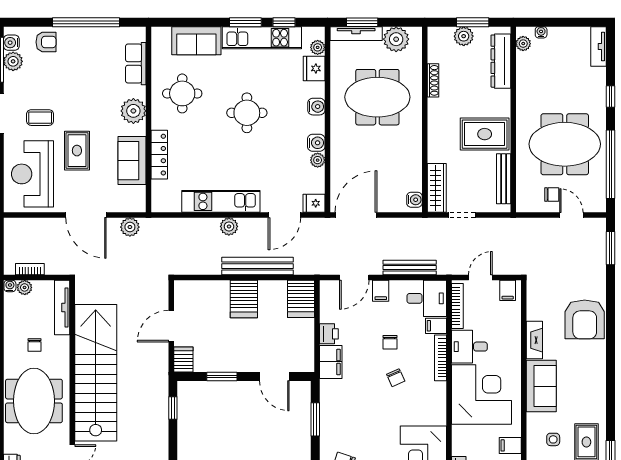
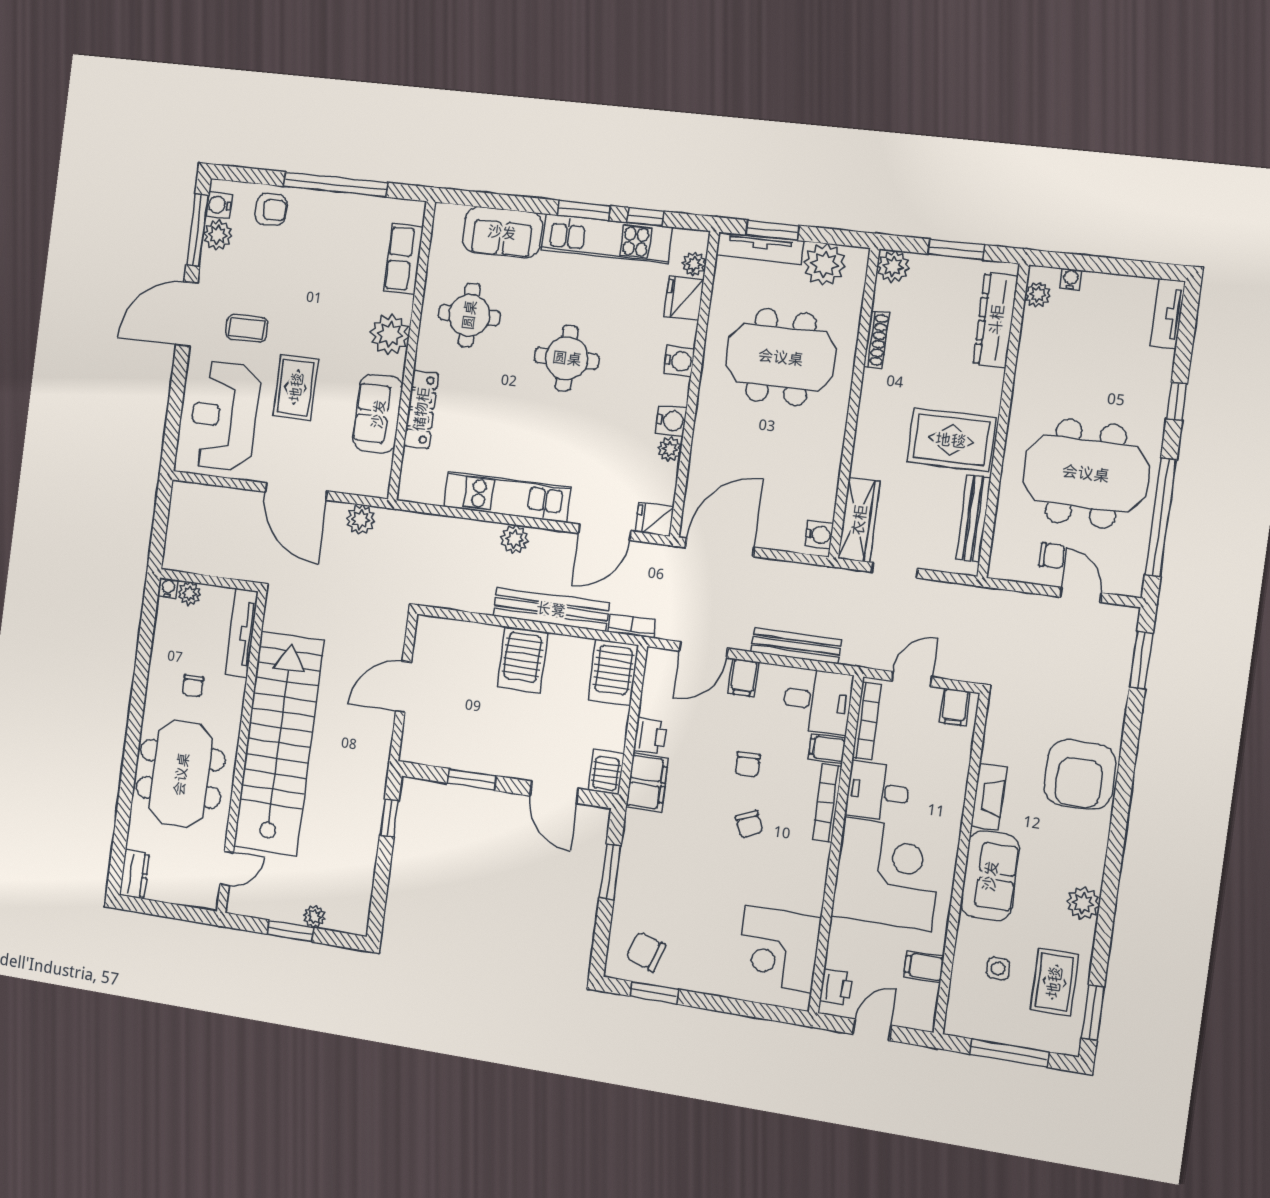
plant: (464, 36) -> (893, 267), moved
bookcase: (30, 269) -> (632, 626), moved
server rack: (183, 359) -> (606, 772), moved
plant: (597, 394) -> (1083, 903), added

